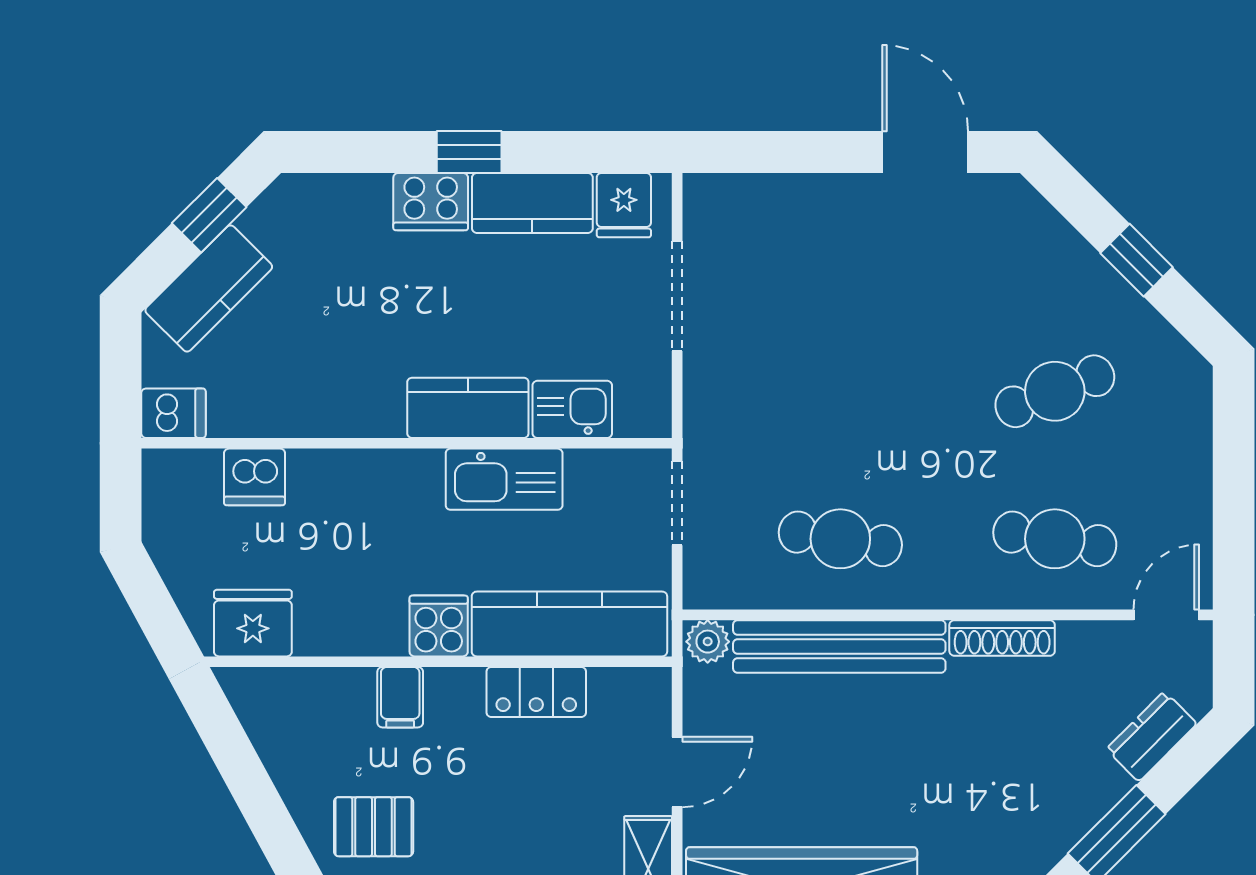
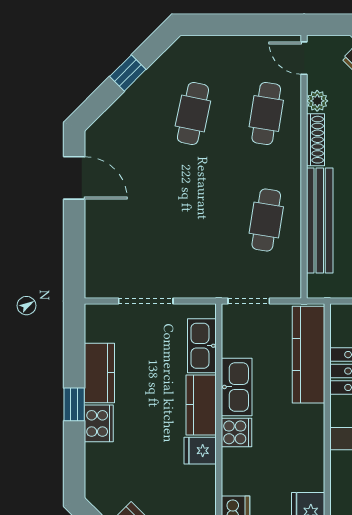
door: (925, 152) -> (74, 178), swing flipped
fridge: (624, 205) -> (200, 451), moved, turned 180
cafe table: (1055, 391) -> (193, 114), turned 33
kitchen sink: (572, 409) -> (202, 346), width x1.38
cooker: (439, 626) -> (237, 432), moved, turned 180
plant: (708, 642) -> (317, 101), moved

